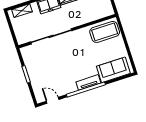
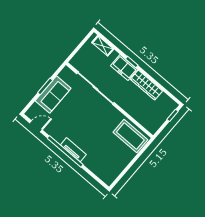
sofa: (113, 70) -> (53, 94), moved, turned 90
door: (53, 100) -> (36, 126), hinge flipped

